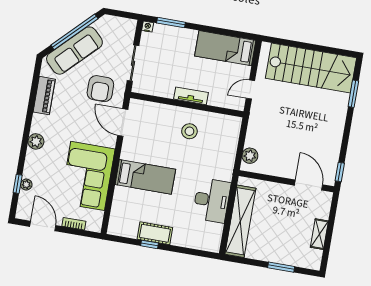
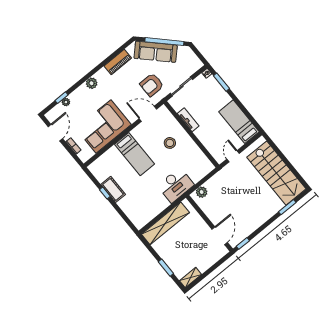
door: (250, 90) -> (233, 156), hinge flipped
tv unit: (191, 96) -> (188, 120), moved
door: (123, 122) -> (148, 114), hinge flipped
stool: (189, 131) -> (170, 143), moved
desk: (212, 200) -> (176, 185), moved
shelving: (319, 234) -> (190, 278), moved

